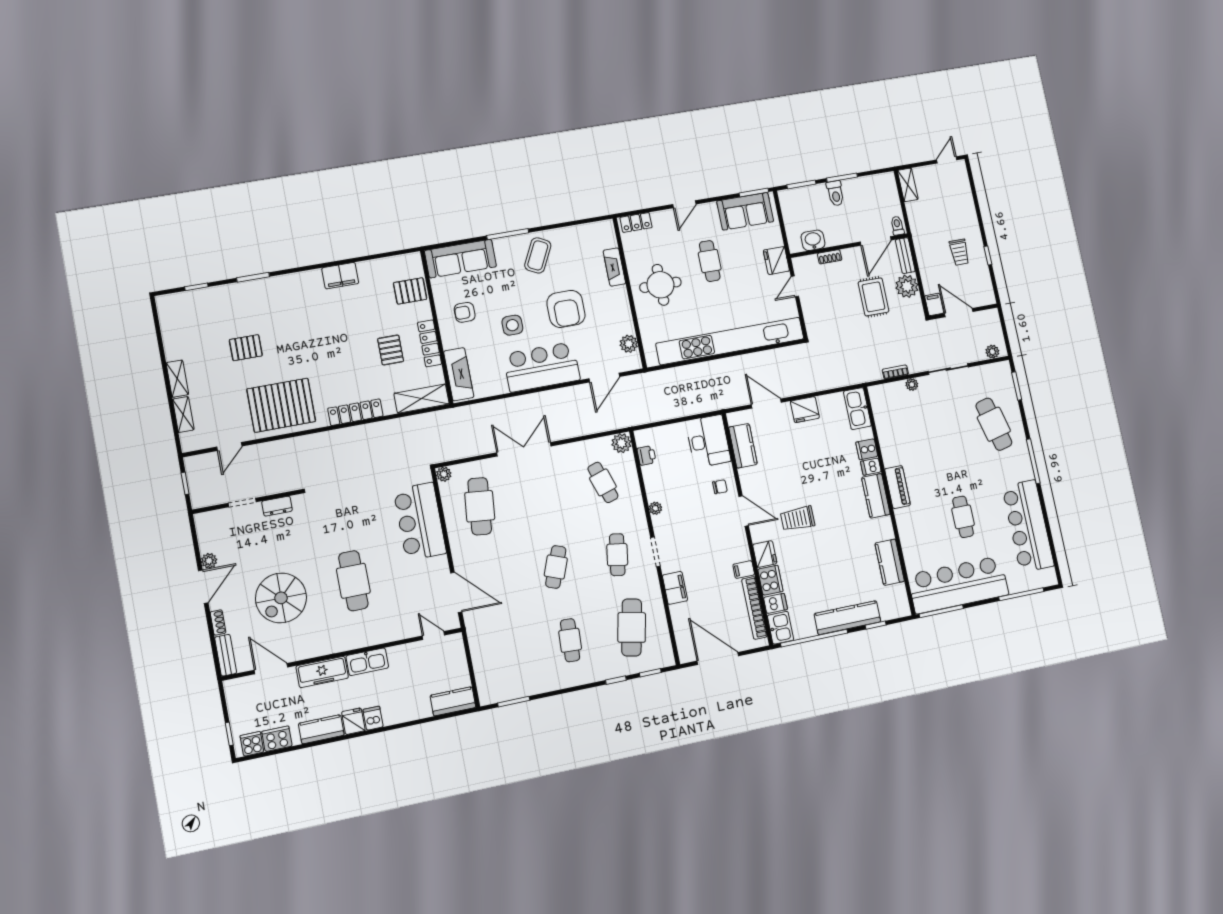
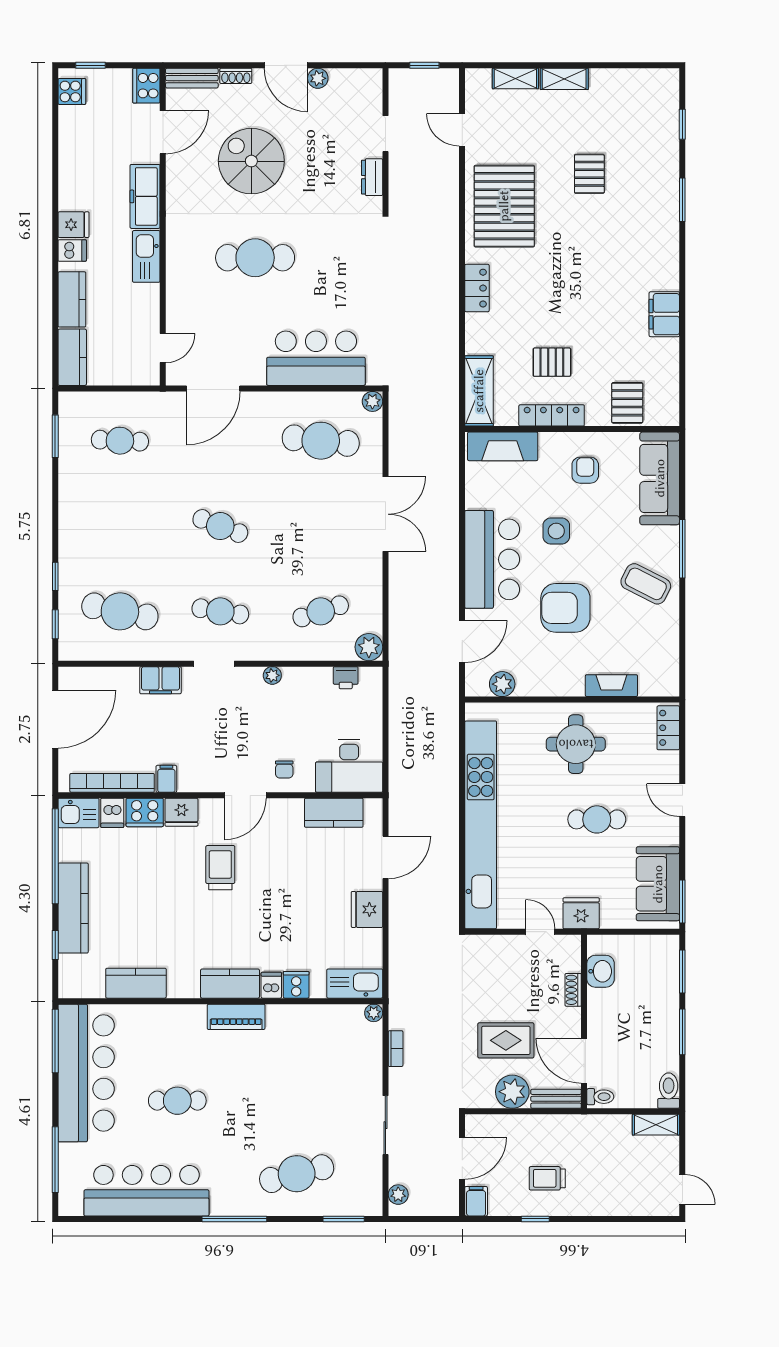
toilet: (835, 193) -> (669, 1091), moved, turned 90
filing cabinet: (934, 304) -> (476, 1201), moved, turned -90
door: (604, 378) -> (462, 641), swing flipped
plant: (912, 384) -> (374, 1013), moved
locker: (355, 412) -> (477, 288), width x0.66
cafe table: (570, 640) -> (120, 441), moved
kitchen counter: (321, 729) -> (72, 299), moved
cooker: (277, 739) -> (146, 86), moved, turned 180

